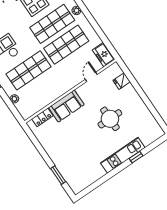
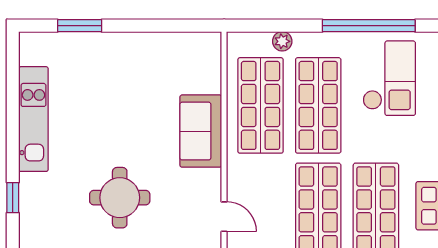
shop shelf: (43, 91) -> (260, 105), added
locker: (42, 117) -> (210, 71), removed
kitchen unit: (123, 155) -> (33, 119), moved

